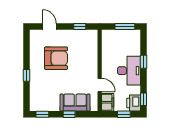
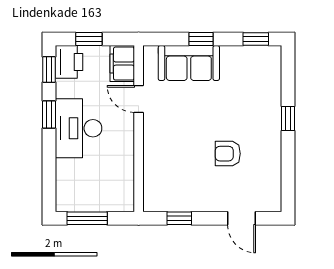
armchair: (56, 58) -> (228, 154), width x0.53, depth x0.53
window: (143, 62) -> (49, 114), moved

